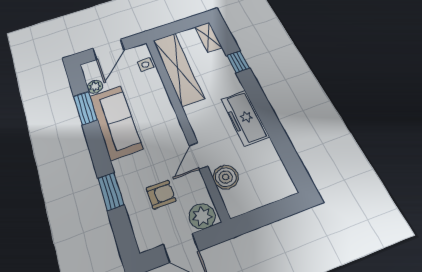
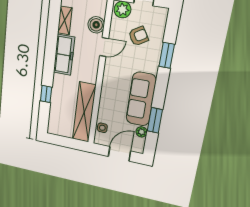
shelving: (208, 37) -> (65, 20), moved
armchair: (161, 194) -> (138, 36), turned 148

